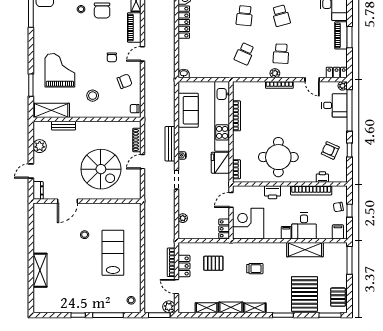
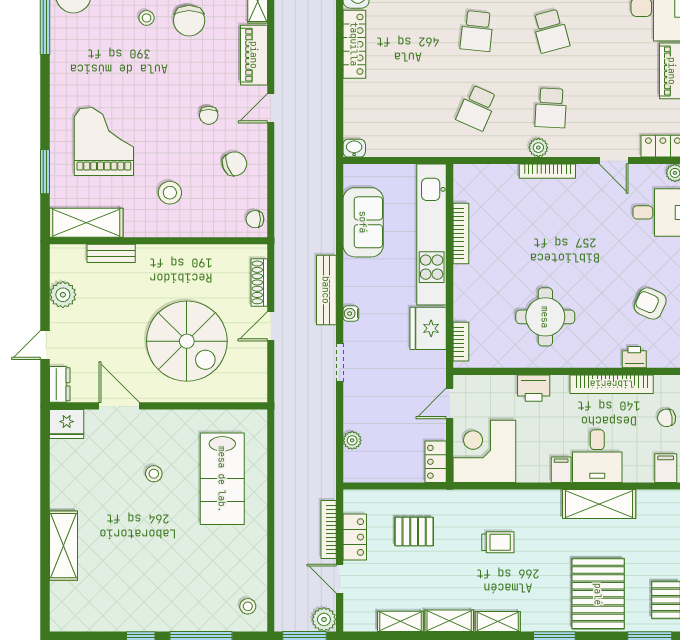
round table: (278, 157) -> (545, 317), width x0.73, depth x0.73
door: (67, 201) -> (119, 406), swing flipped
fridge: (41, 210) -> (67, 424), added
lab bench: (113, 253) -> (222, 479), moved, turned 180

